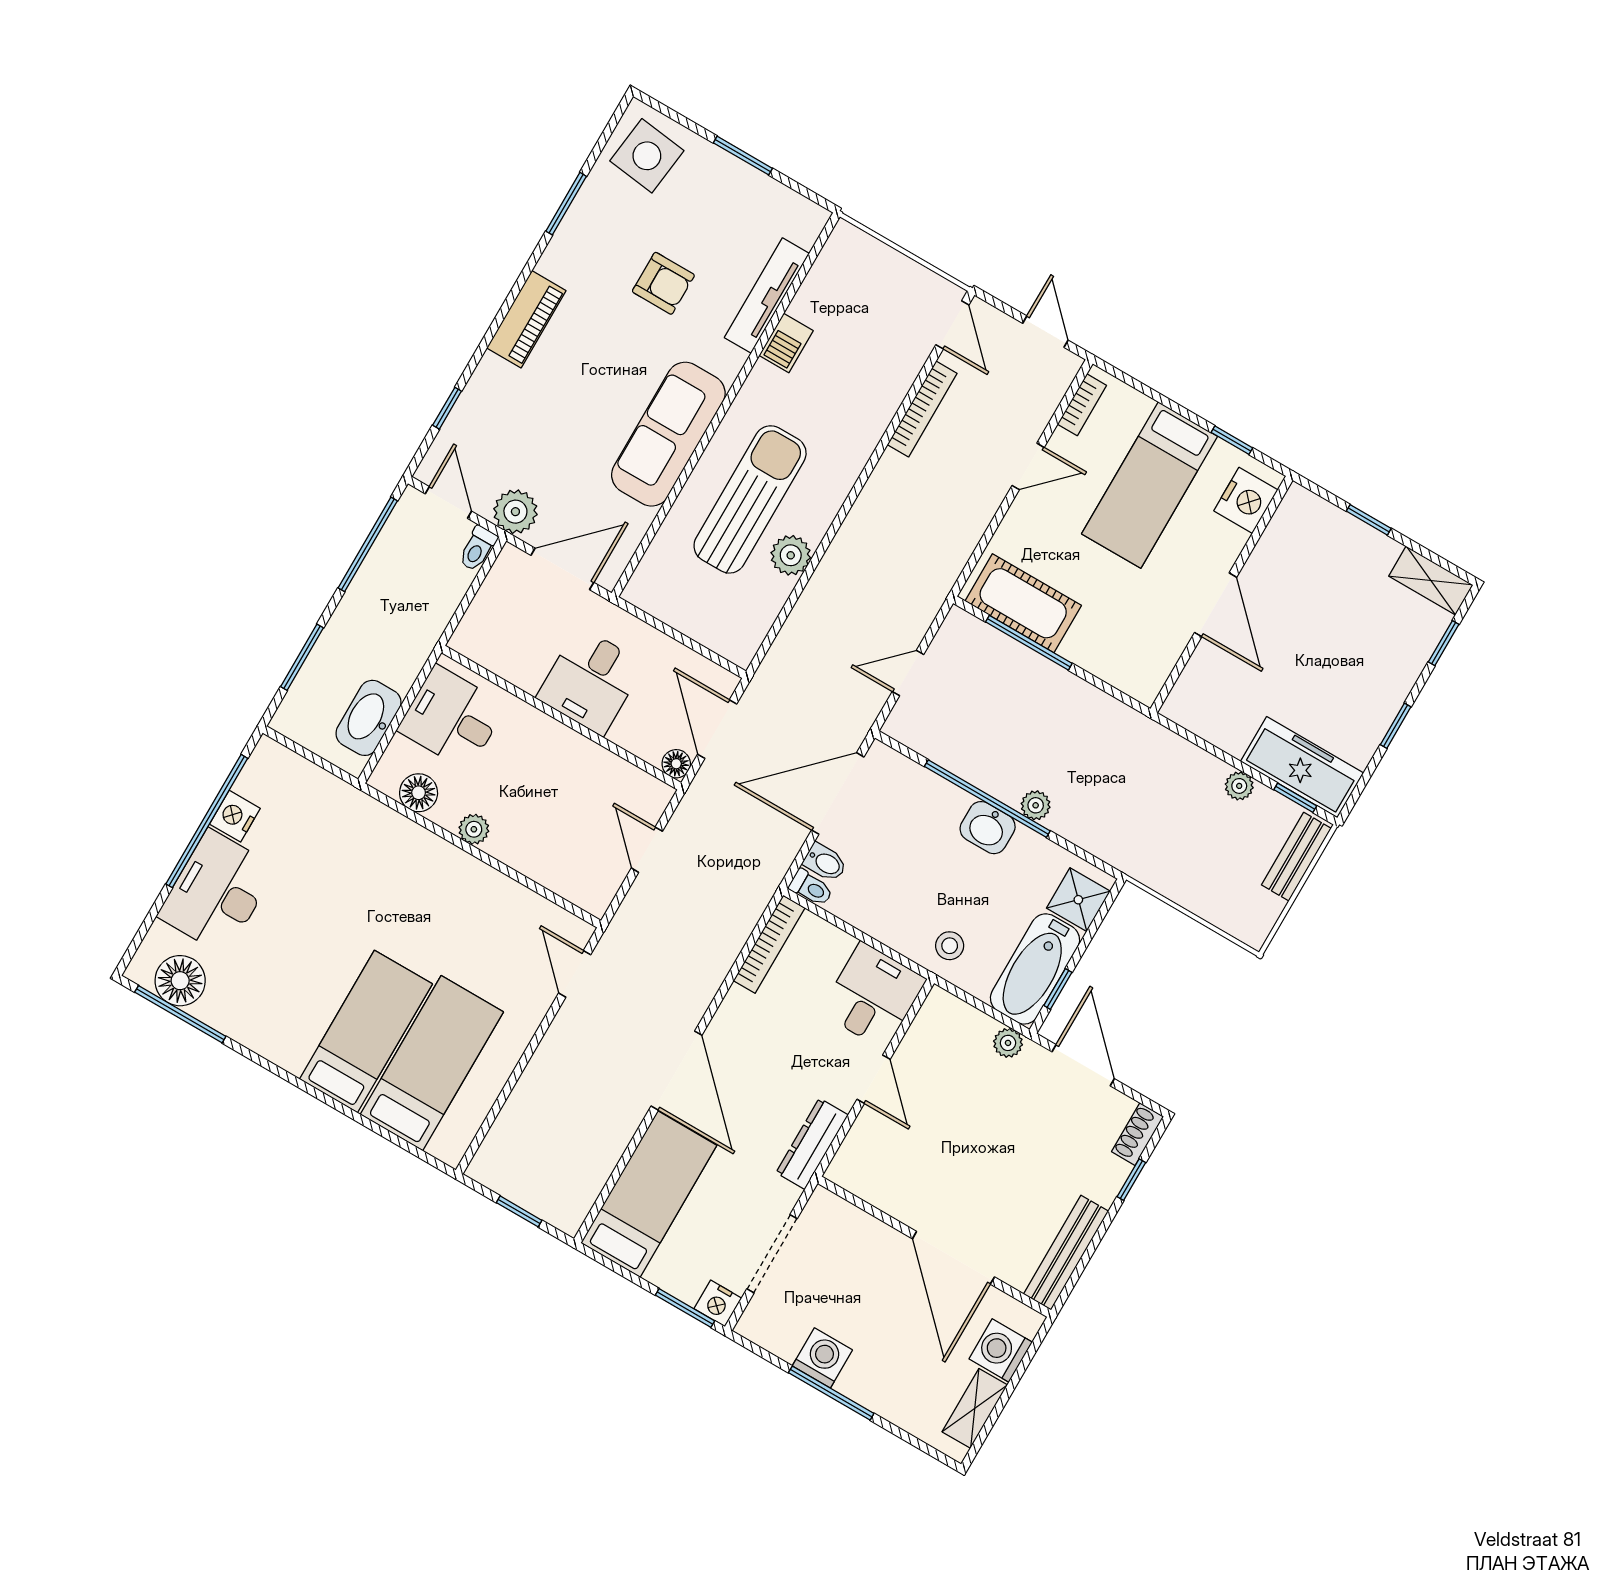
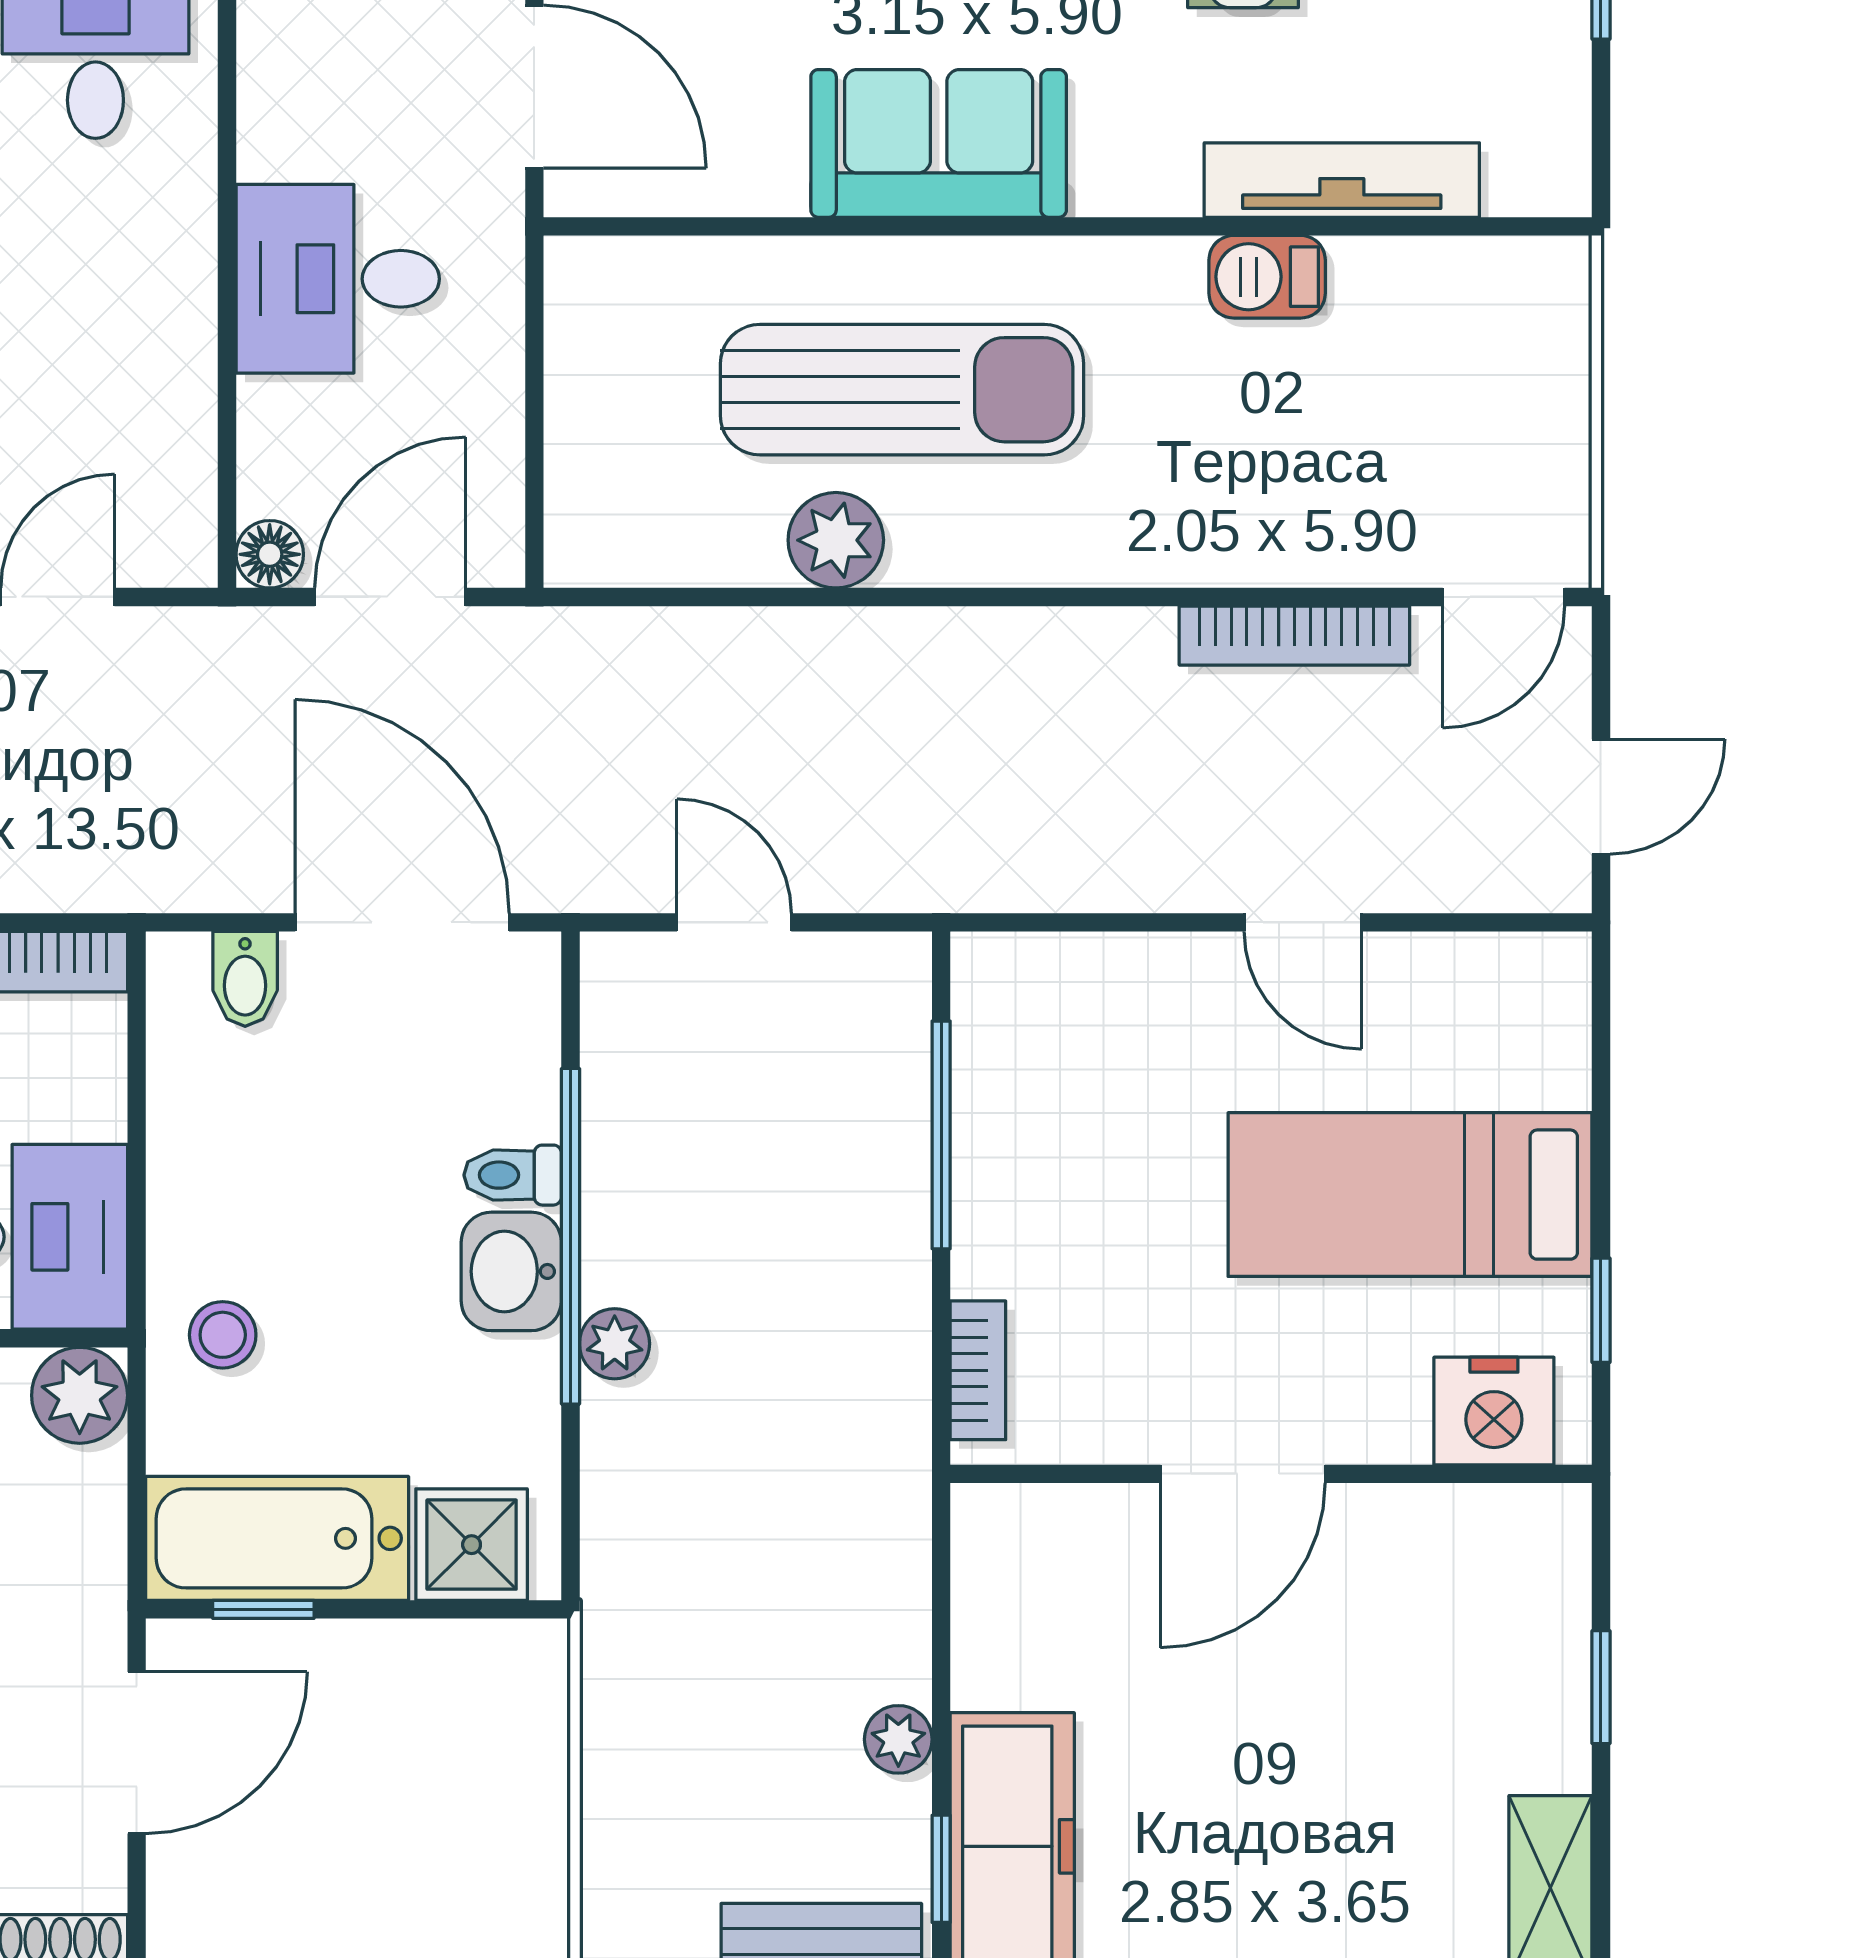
bookcase: (1082, 405) -> (978, 1370), moved, turned -90
sofa: (668, 434) -> (939, 143), width x0.73
cot: (1023, 603) -> (1016, 1076), removed
toilet: (811, 888) -> (513, 1175), moved, turned 90
plant: (1008, 1043) -> (80, 1395), moved, width x1.38, depth x1.38

